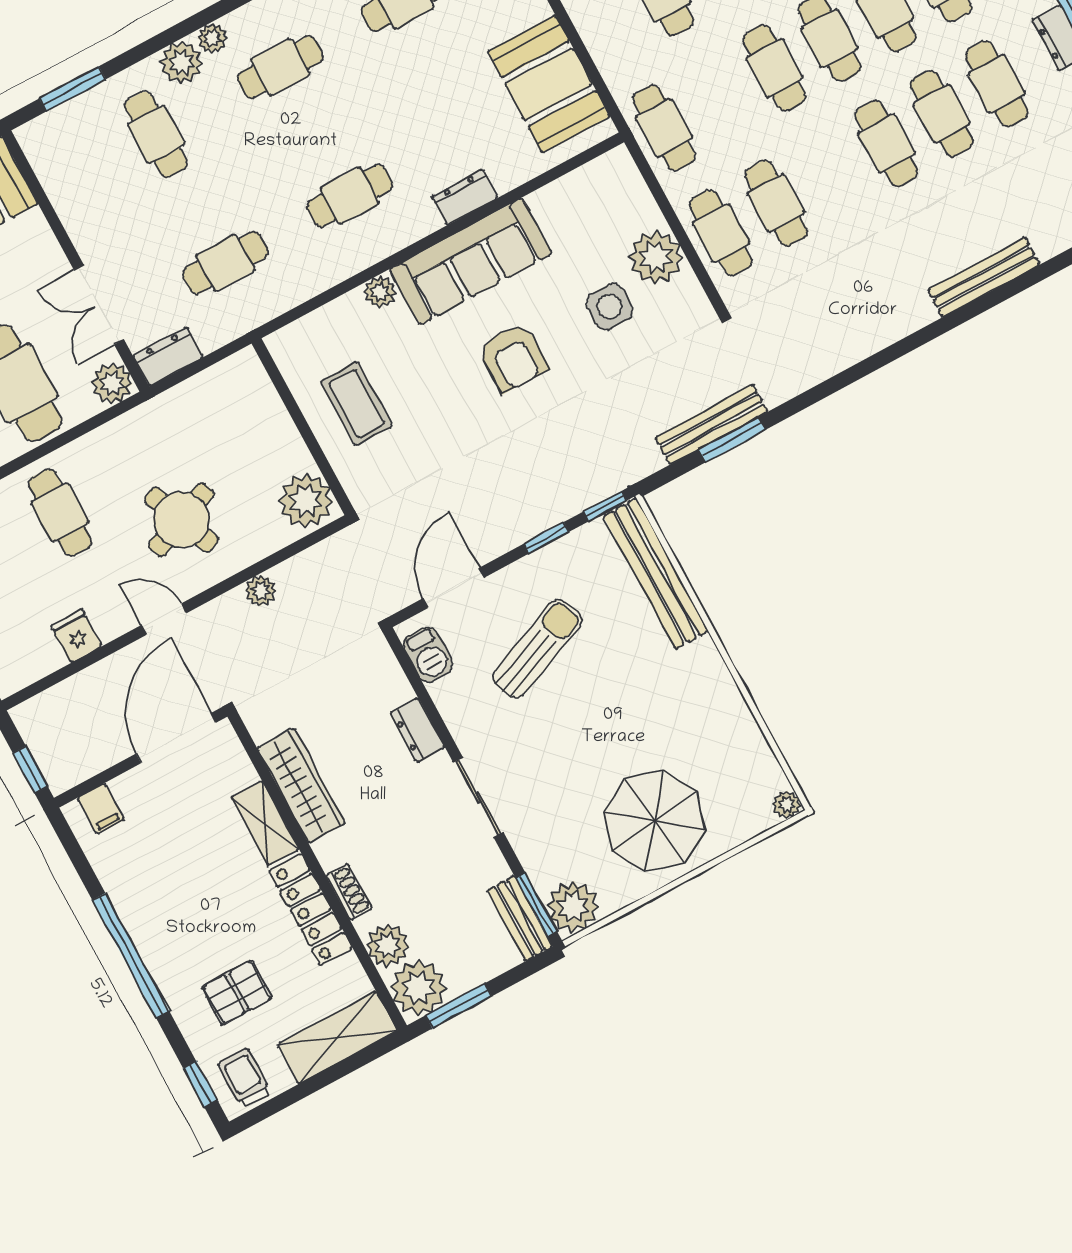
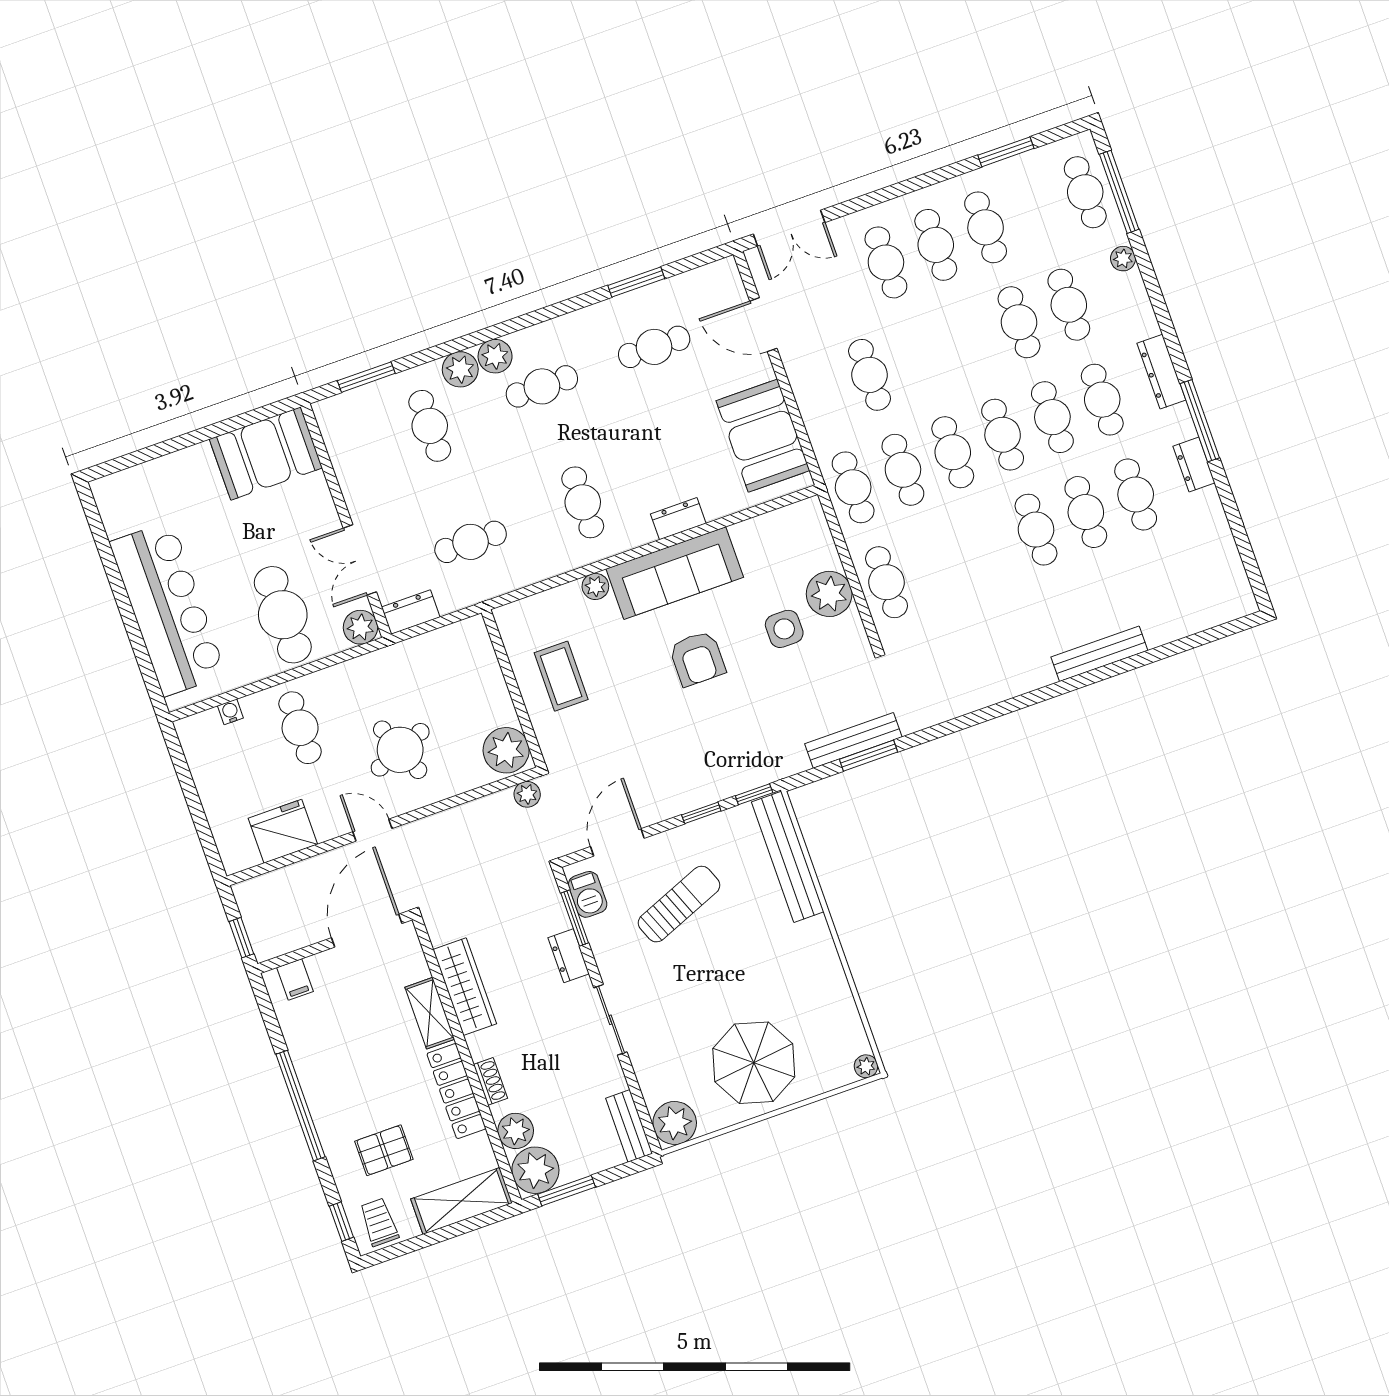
plant: (212, 38) -> (495, 356), width x1.38, depth x1.38
cafe table: (350, 196) -> (583, 502), turned 90
cafe table: (776, 203) -> (903, 470), moved
plant: (261, 591) -> (527, 794), moved
fridge: (76, 636) -> (283, 831), width x1.88, depth x1.34
window: (536, 905) -> (575, 918), moved

